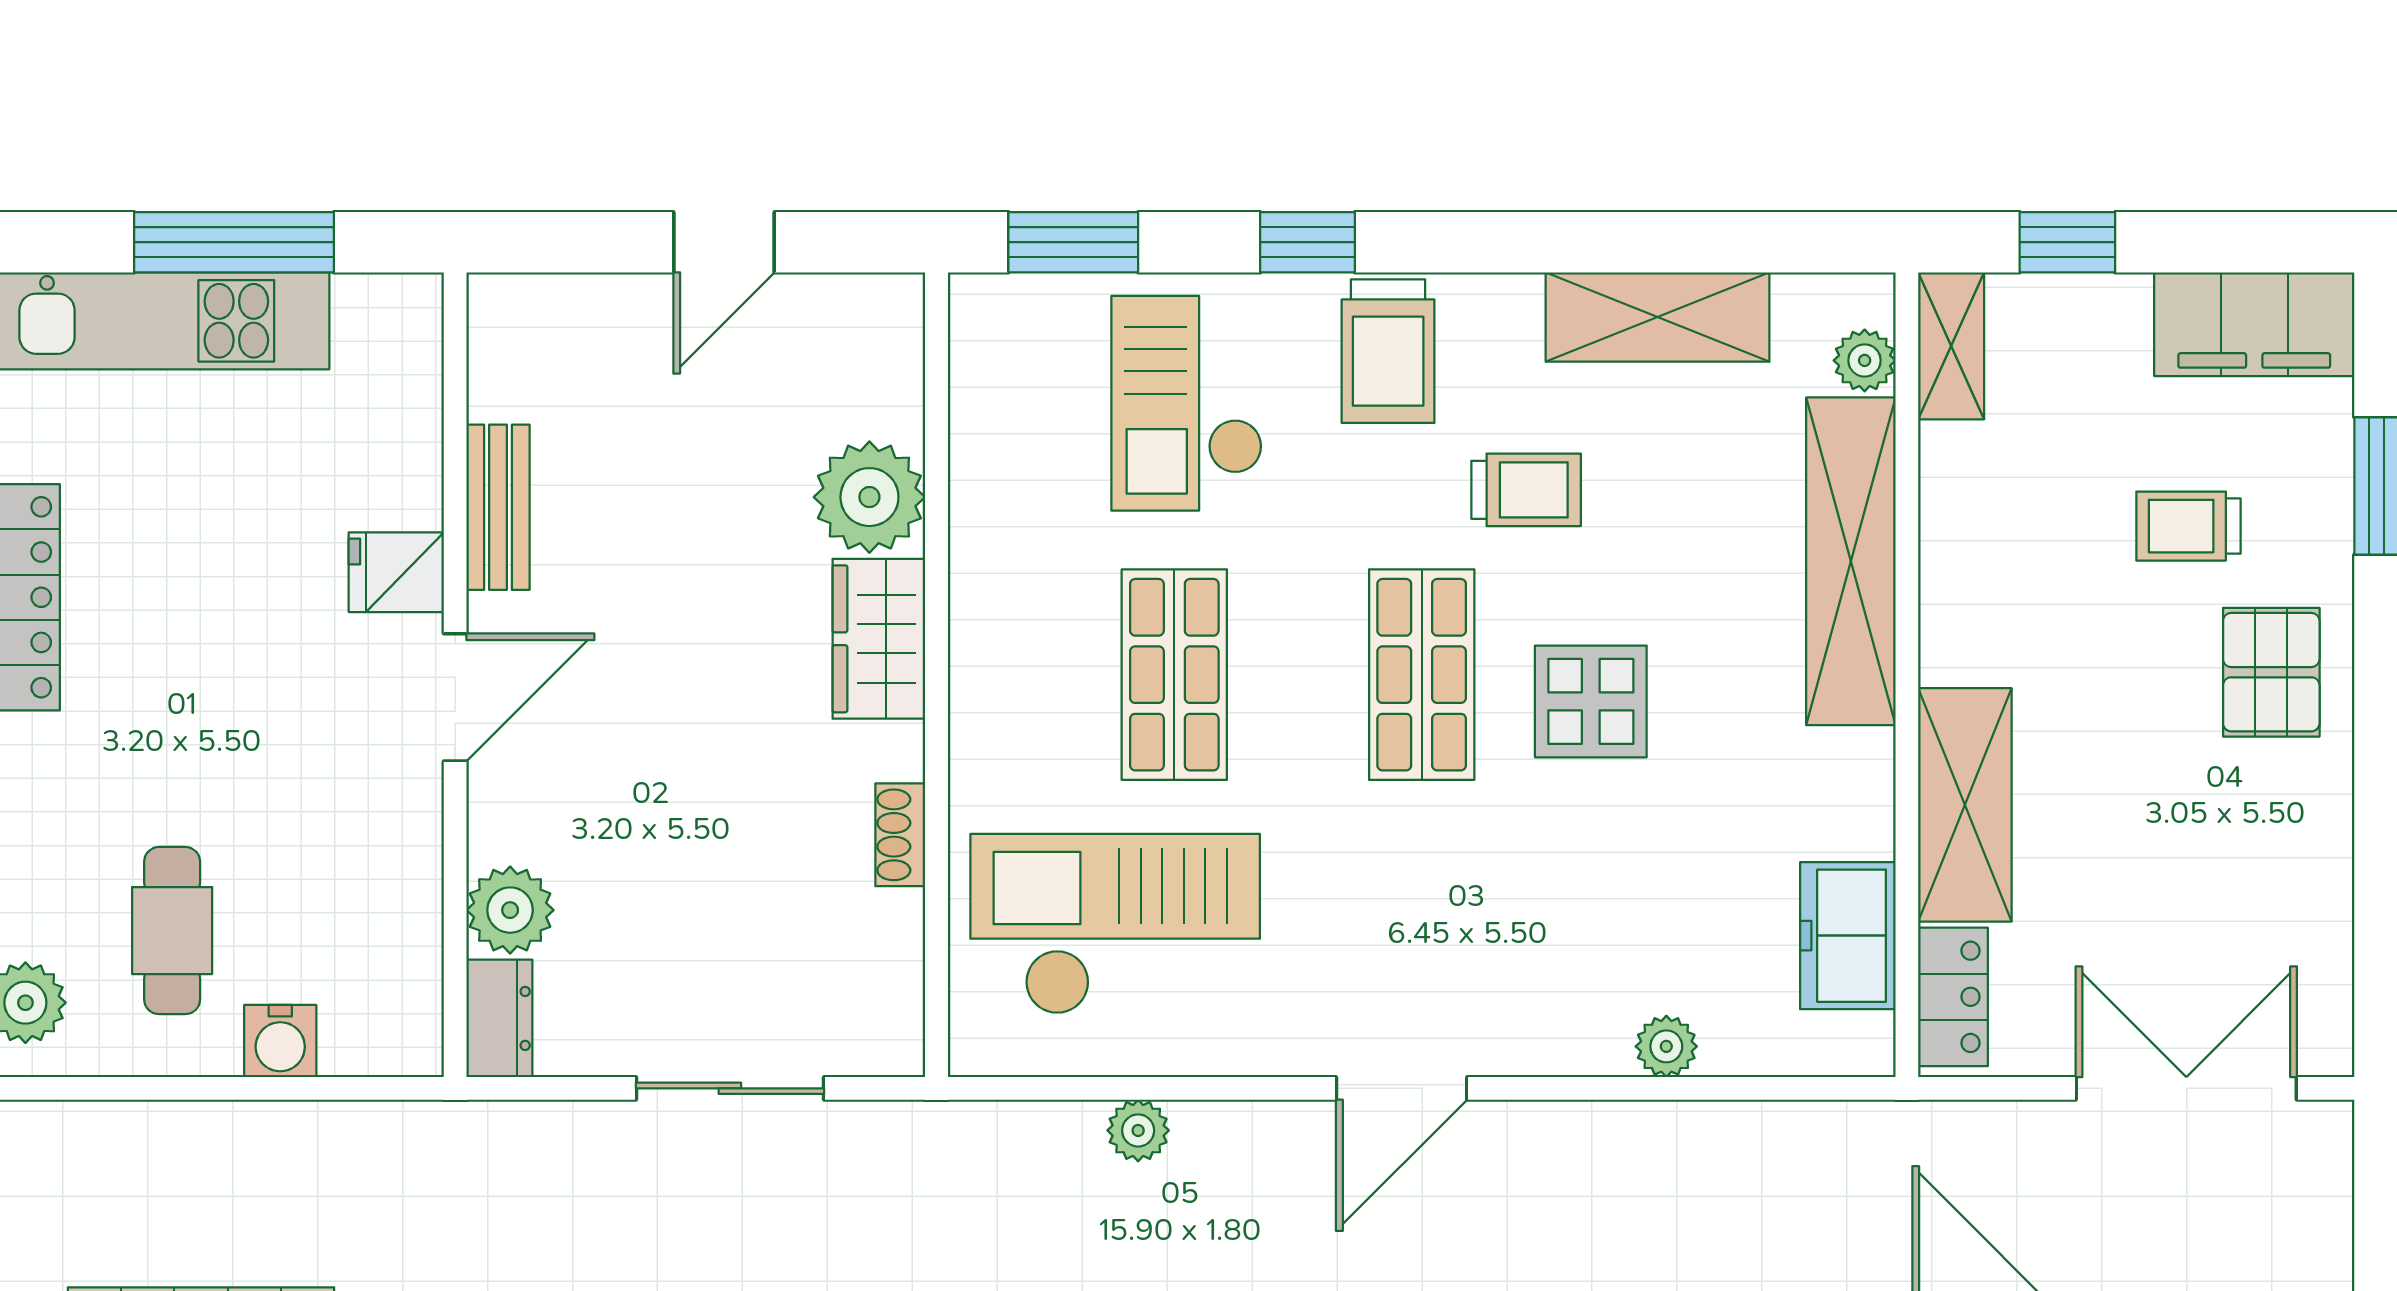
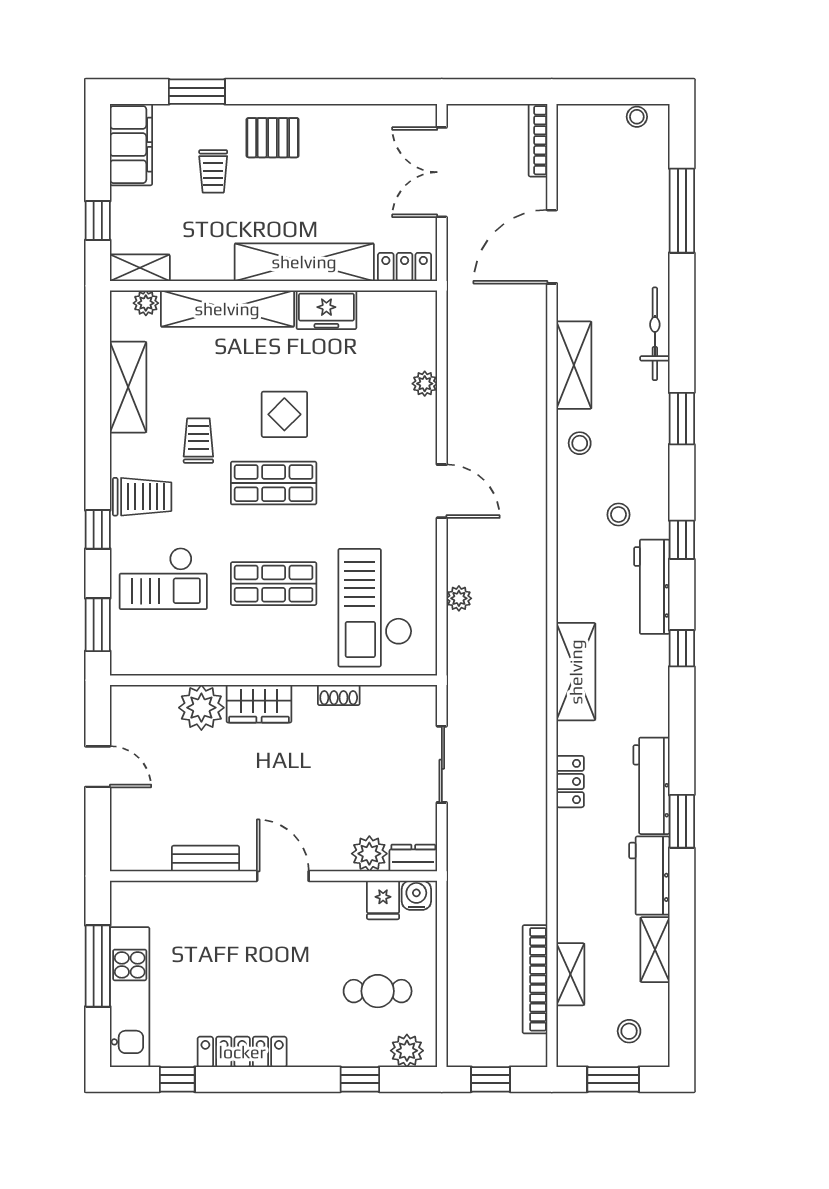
fridge: (396, 572) -> (383, 900), moved
shelving: (1965, 805) -> (304, 262), width x1.47
freezer: (1848, 936) -> (326, 310), moved
water cooler: (280, 1041) -> (416, 895), moved, turned -90

